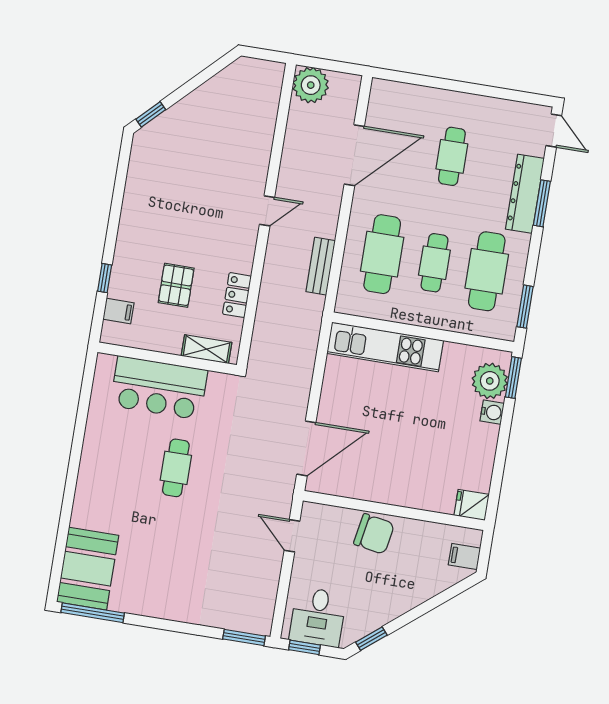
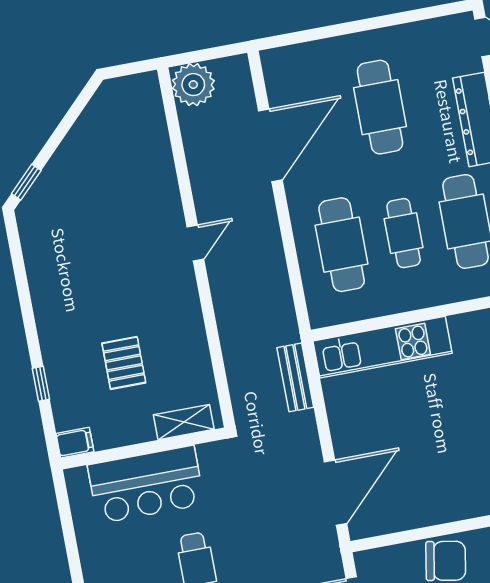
cafe table: (452, 156) -> (380, 107), width x1.37, depth x1.35
bench: (321, 266) -> (295, 377), moved
locker: (237, 295) -> (196, 349), removed
filing cabinet: (118, 311) -> (75, 443), moved

